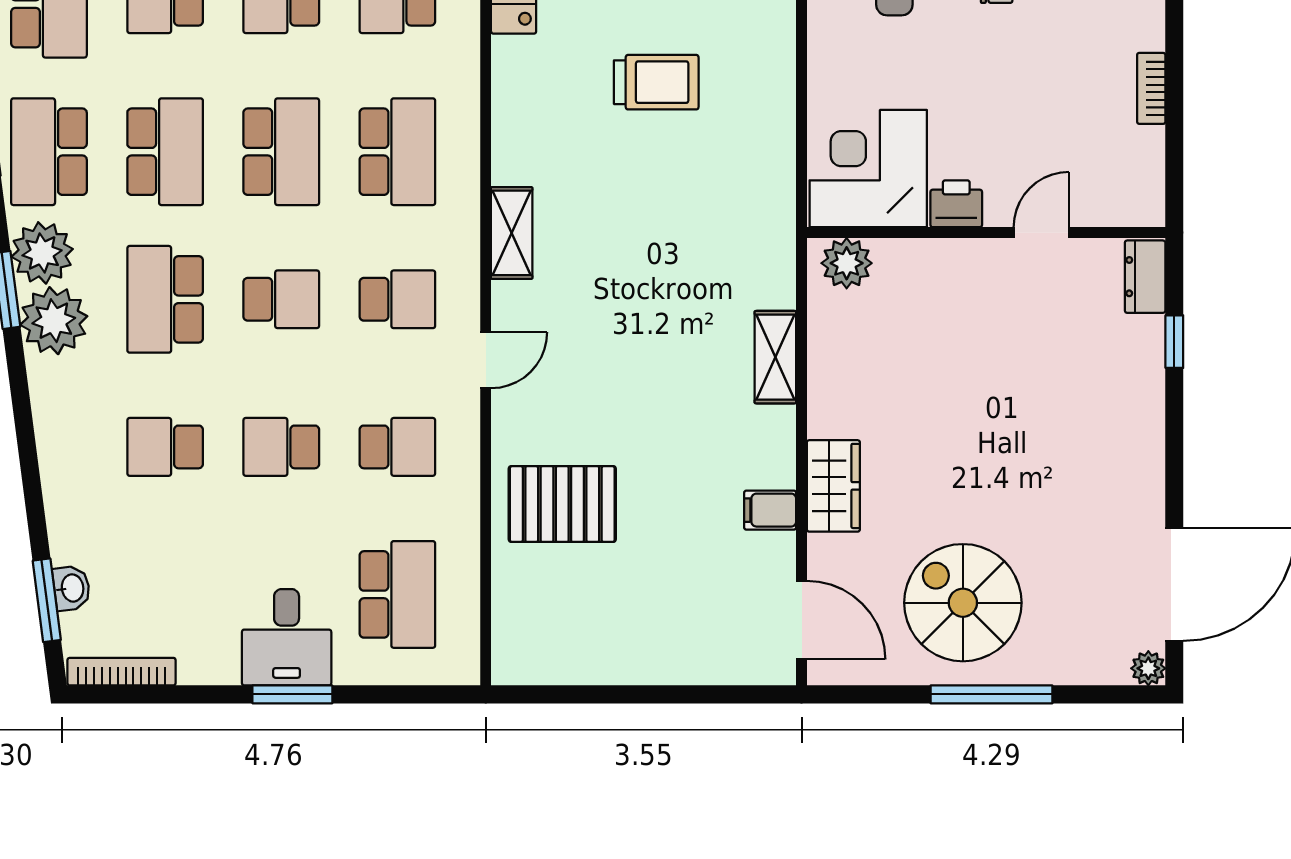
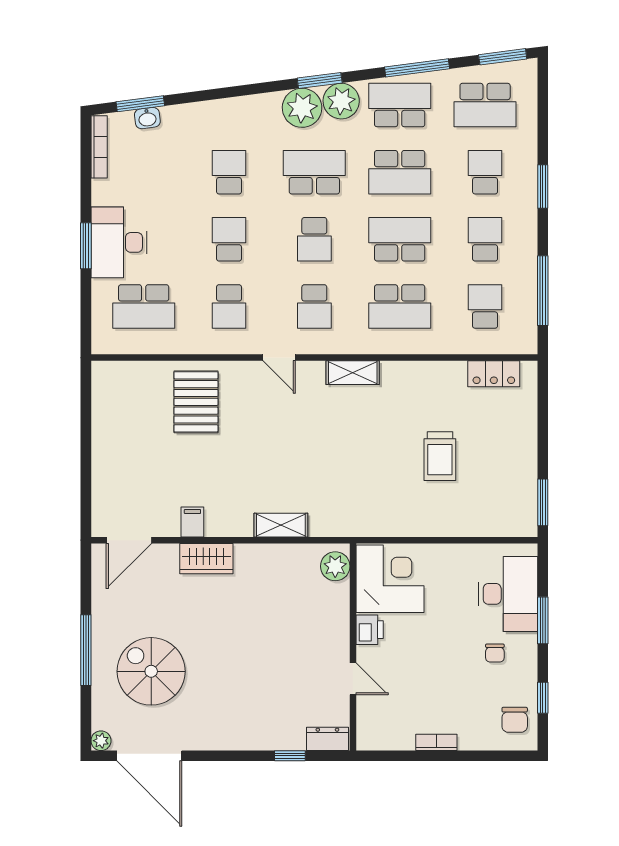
school desk: (281, 152) -> (400, 239), turned 180
spiral stairs: (963, 603) -> (151, 671), moved, turned -90
desk: (287, 637) -> (119, 242), width x1.37

